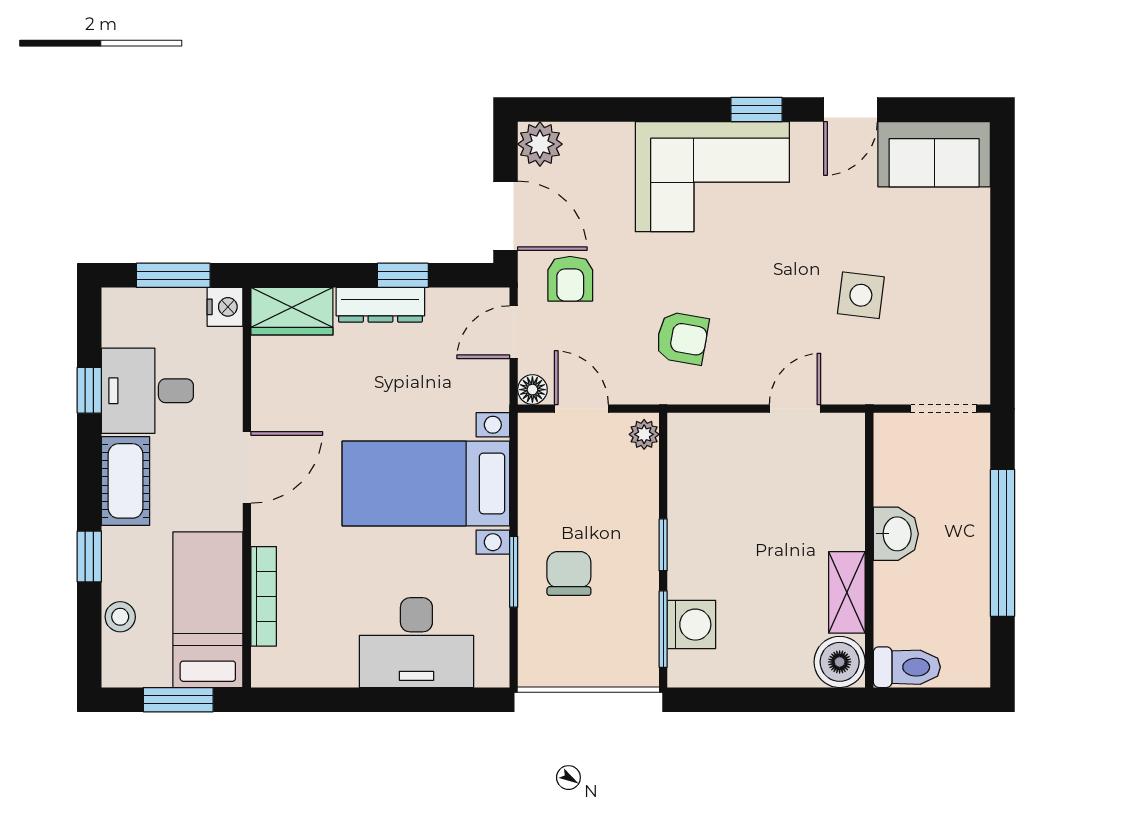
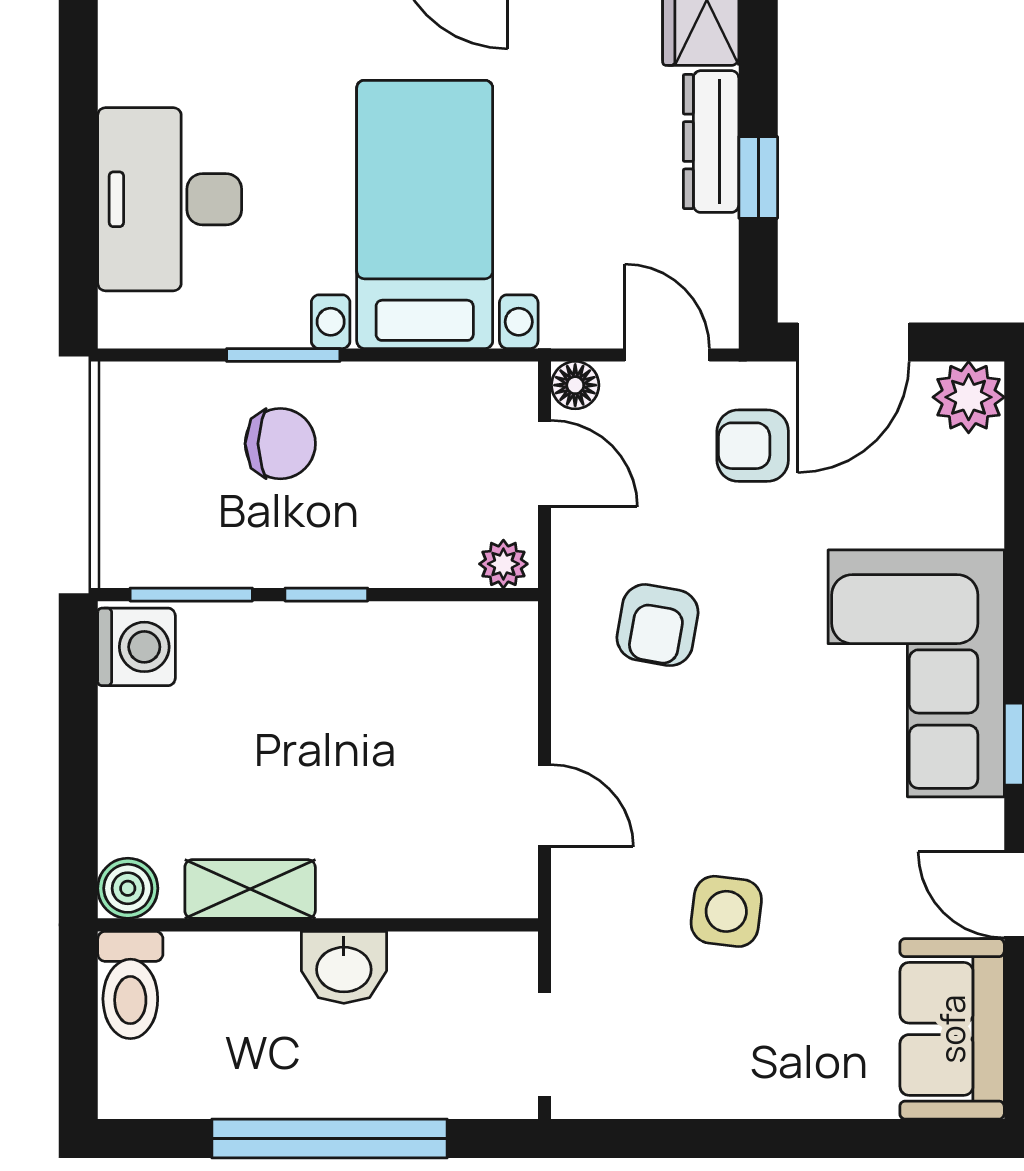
door: (581, 409) -> (545, 464), hinge flipped
washing machine: (691, 625) -> (137, 647), moved, turned -90
boiler: (840, 662) -> (128, 888), width x0.73, depth x0.73

